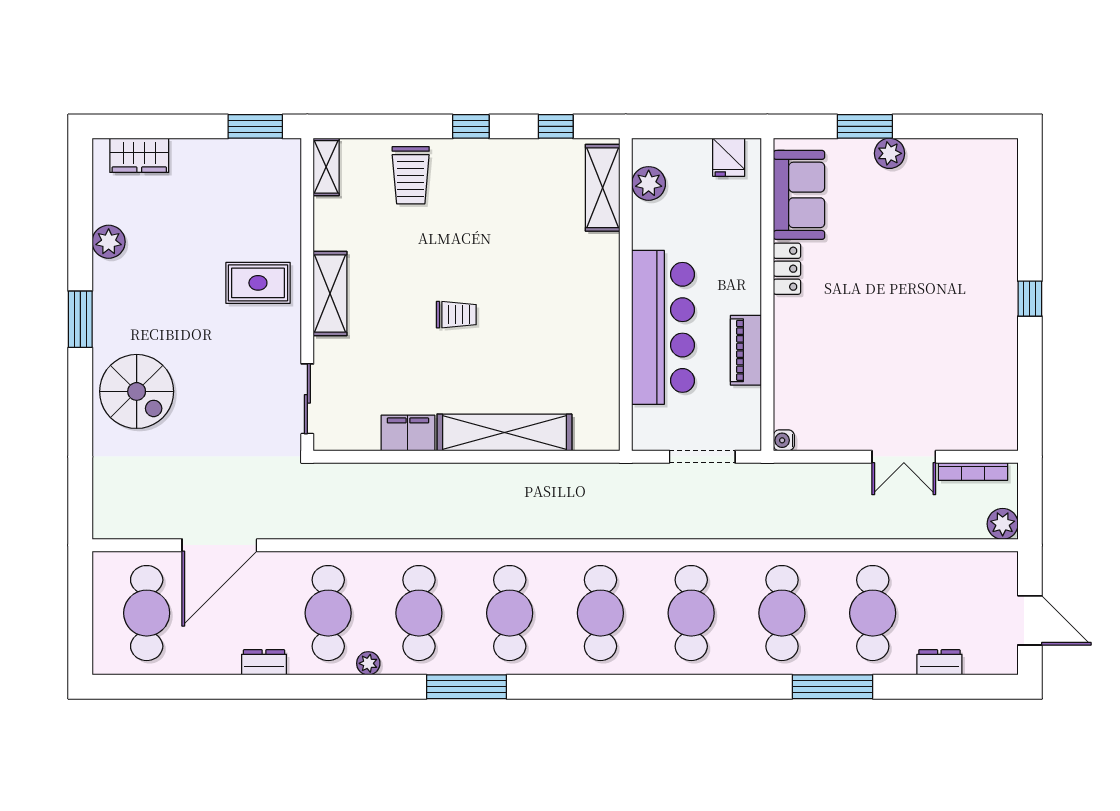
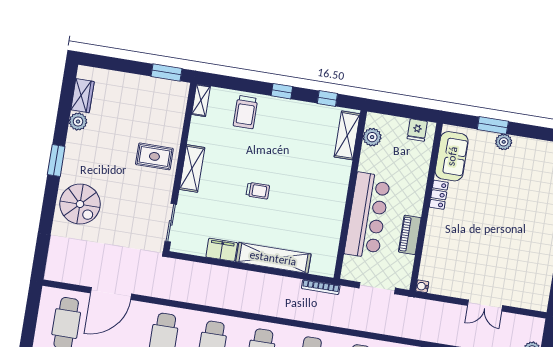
wardrobe: (139, 155) -> (83, 96), moved, turned -90
bookcase: (973, 472) -> (321, 287), moved

